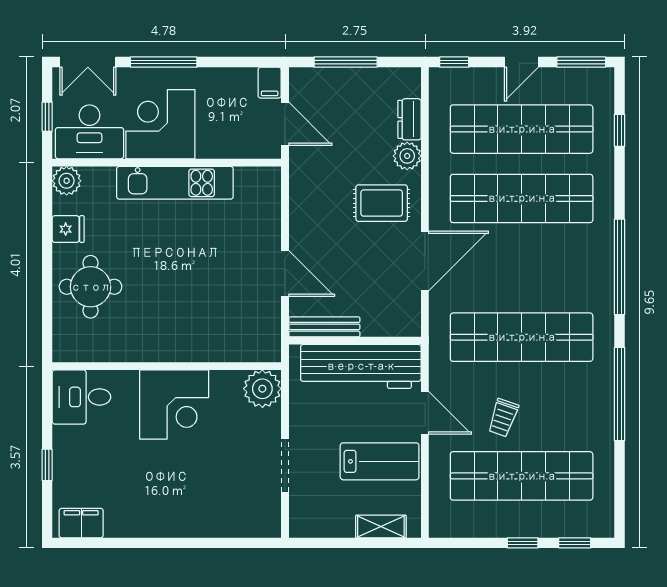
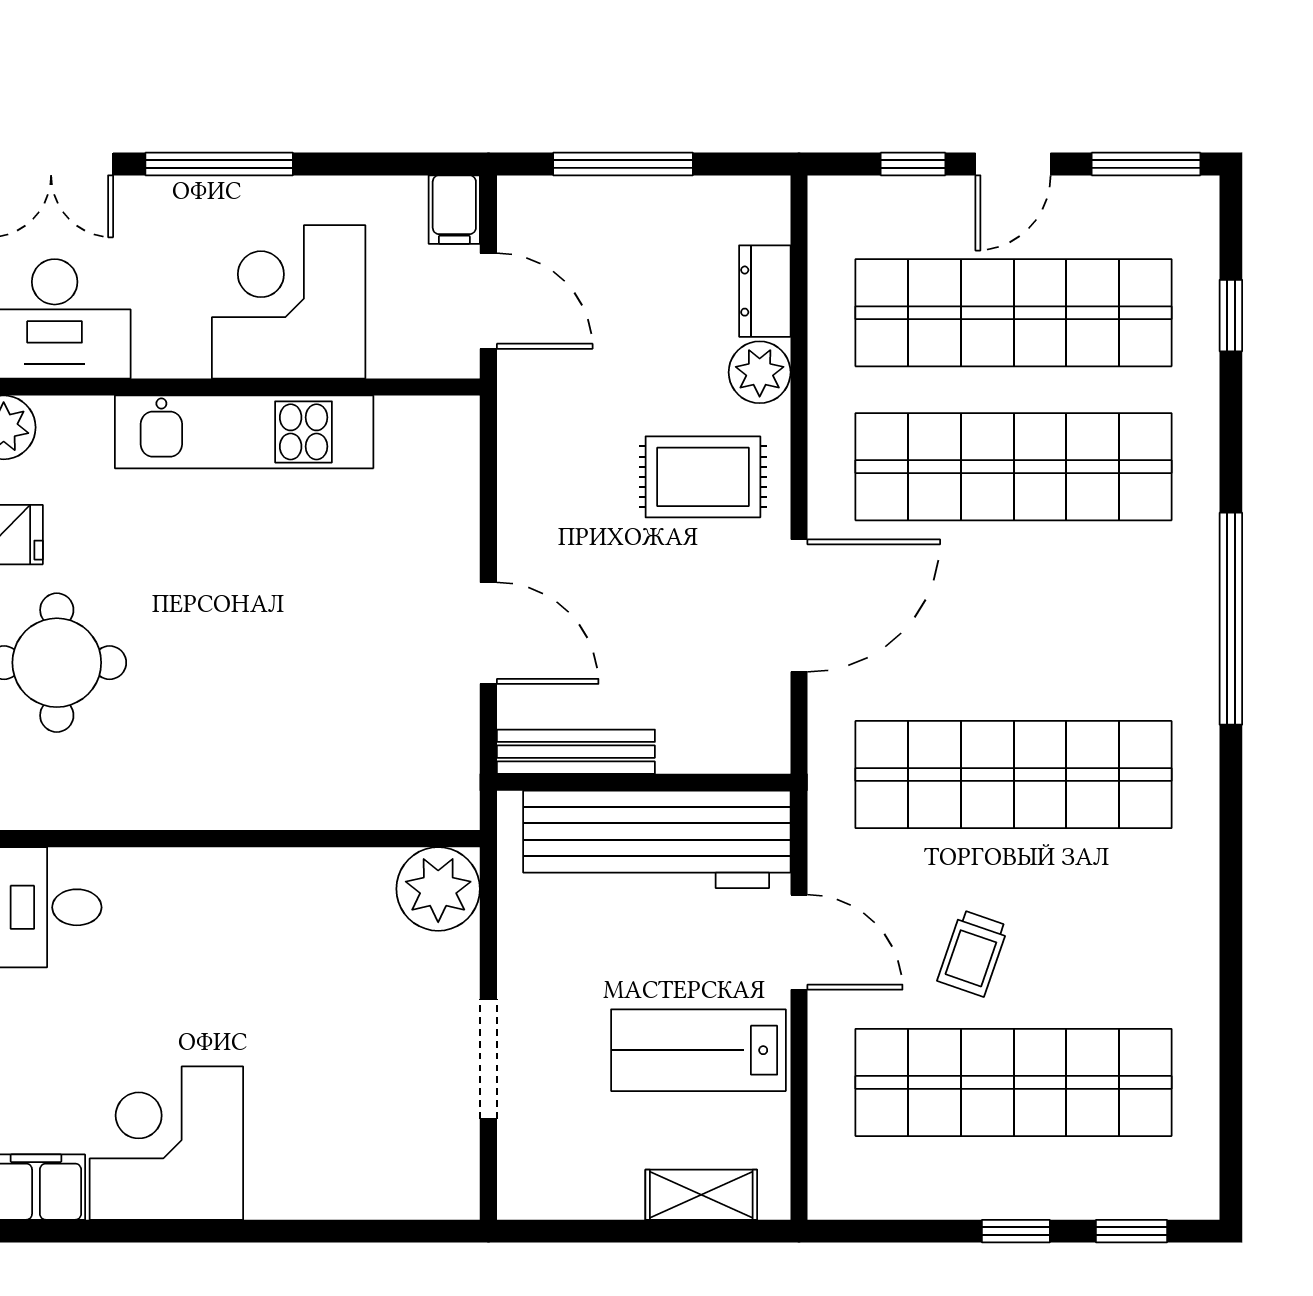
window: (454, 62) -> (913, 164), moved
corner desk: (160, 124) -> (289, 302), moved
window: (619, 394) -> (1231, 901), removed
corner desk: (174, 404) -> (166, 1143), moved, turned 180
lab bench: (380, 461) -> (698, 1050), turned 180

